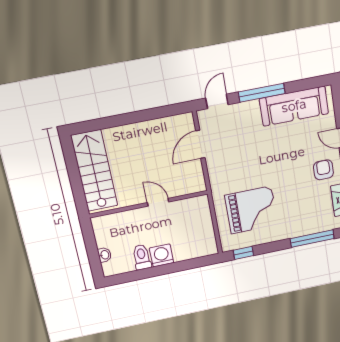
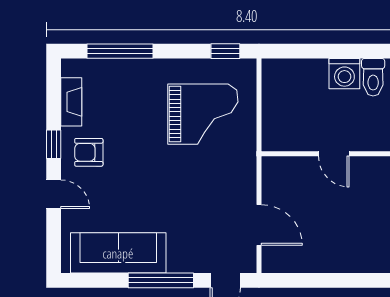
door: (200, 144) -> (259, 225), hinge flipped
armchair: (323, 170) -> (89, 152), turned 90
grand piano: (251, 210) -> (203, 114), turned 180

